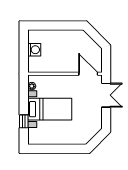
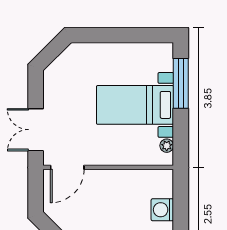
door: (88, 74) -> (67, 167), hinge flipped
window: (24, 121) -> (181, 83), width x2.17

